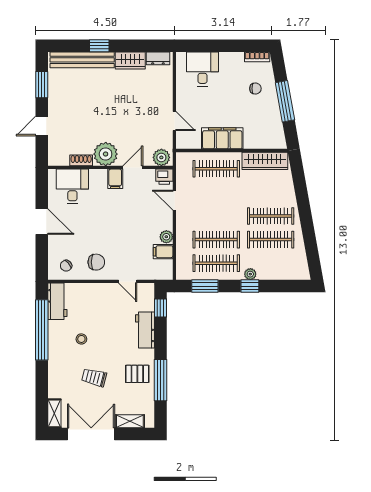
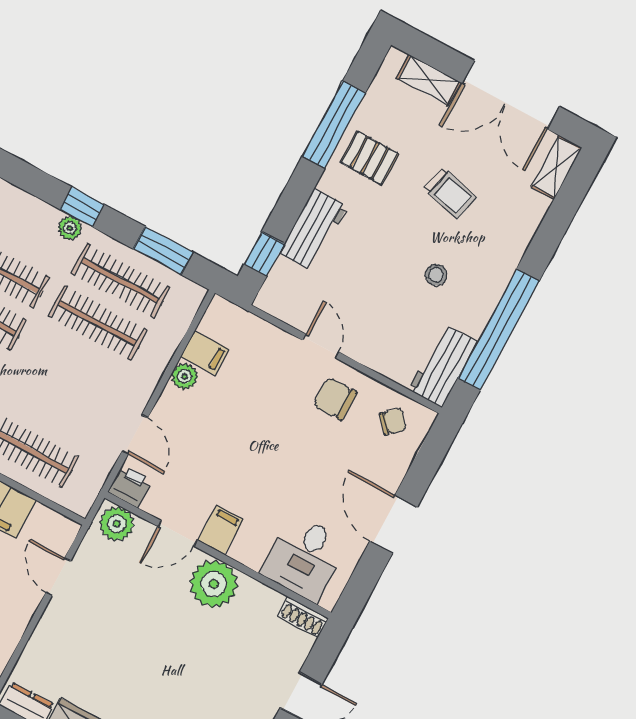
shoe rack: (81, 160) -> (303, 617), moved
door: (128, 281) -> (321, 346), moved

